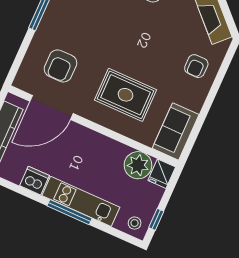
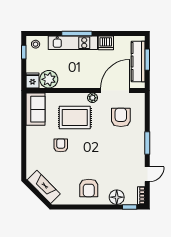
armchair: (196, 66) -> (61, 145), moved
plant: (88, 112) -> (92, 98), added

